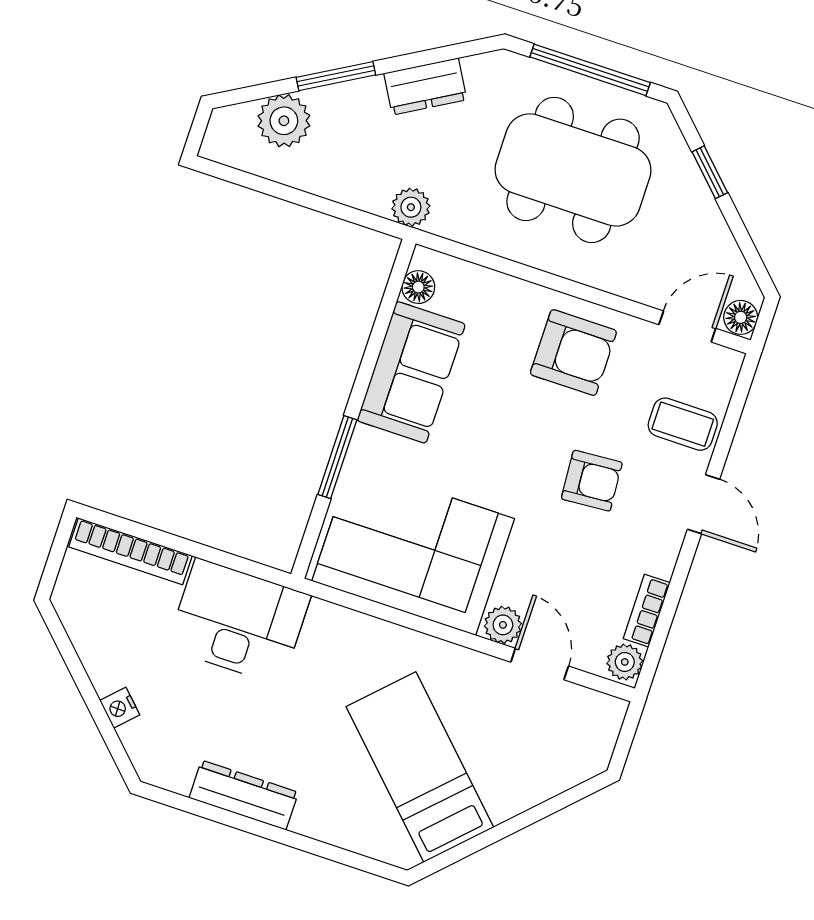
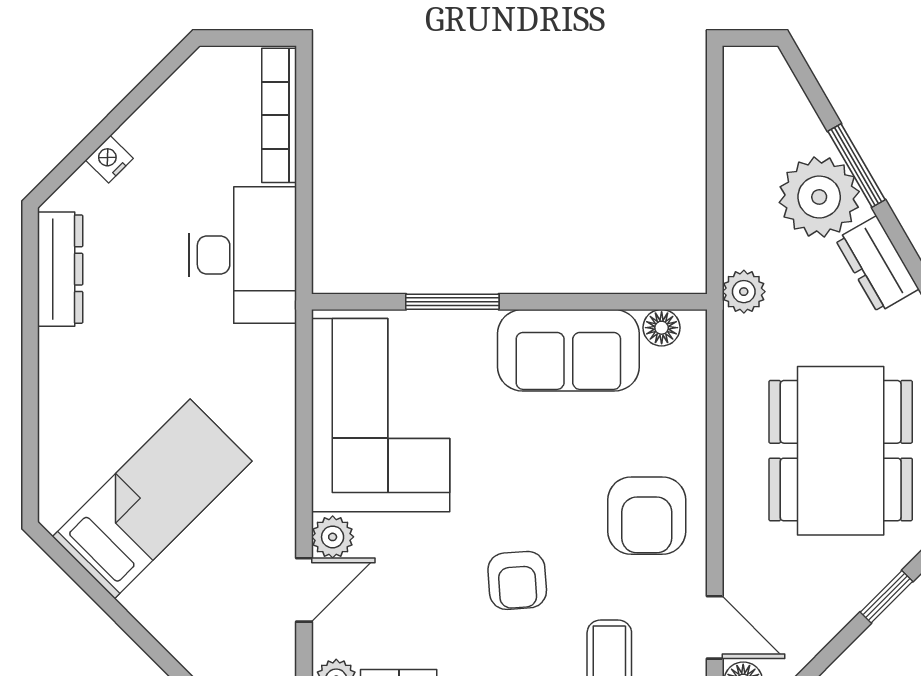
plant: (284, 121) -> (819, 197), moved, width x1.36, depth x1.36
dresser: (244, 795) -> (60, 269), moved

